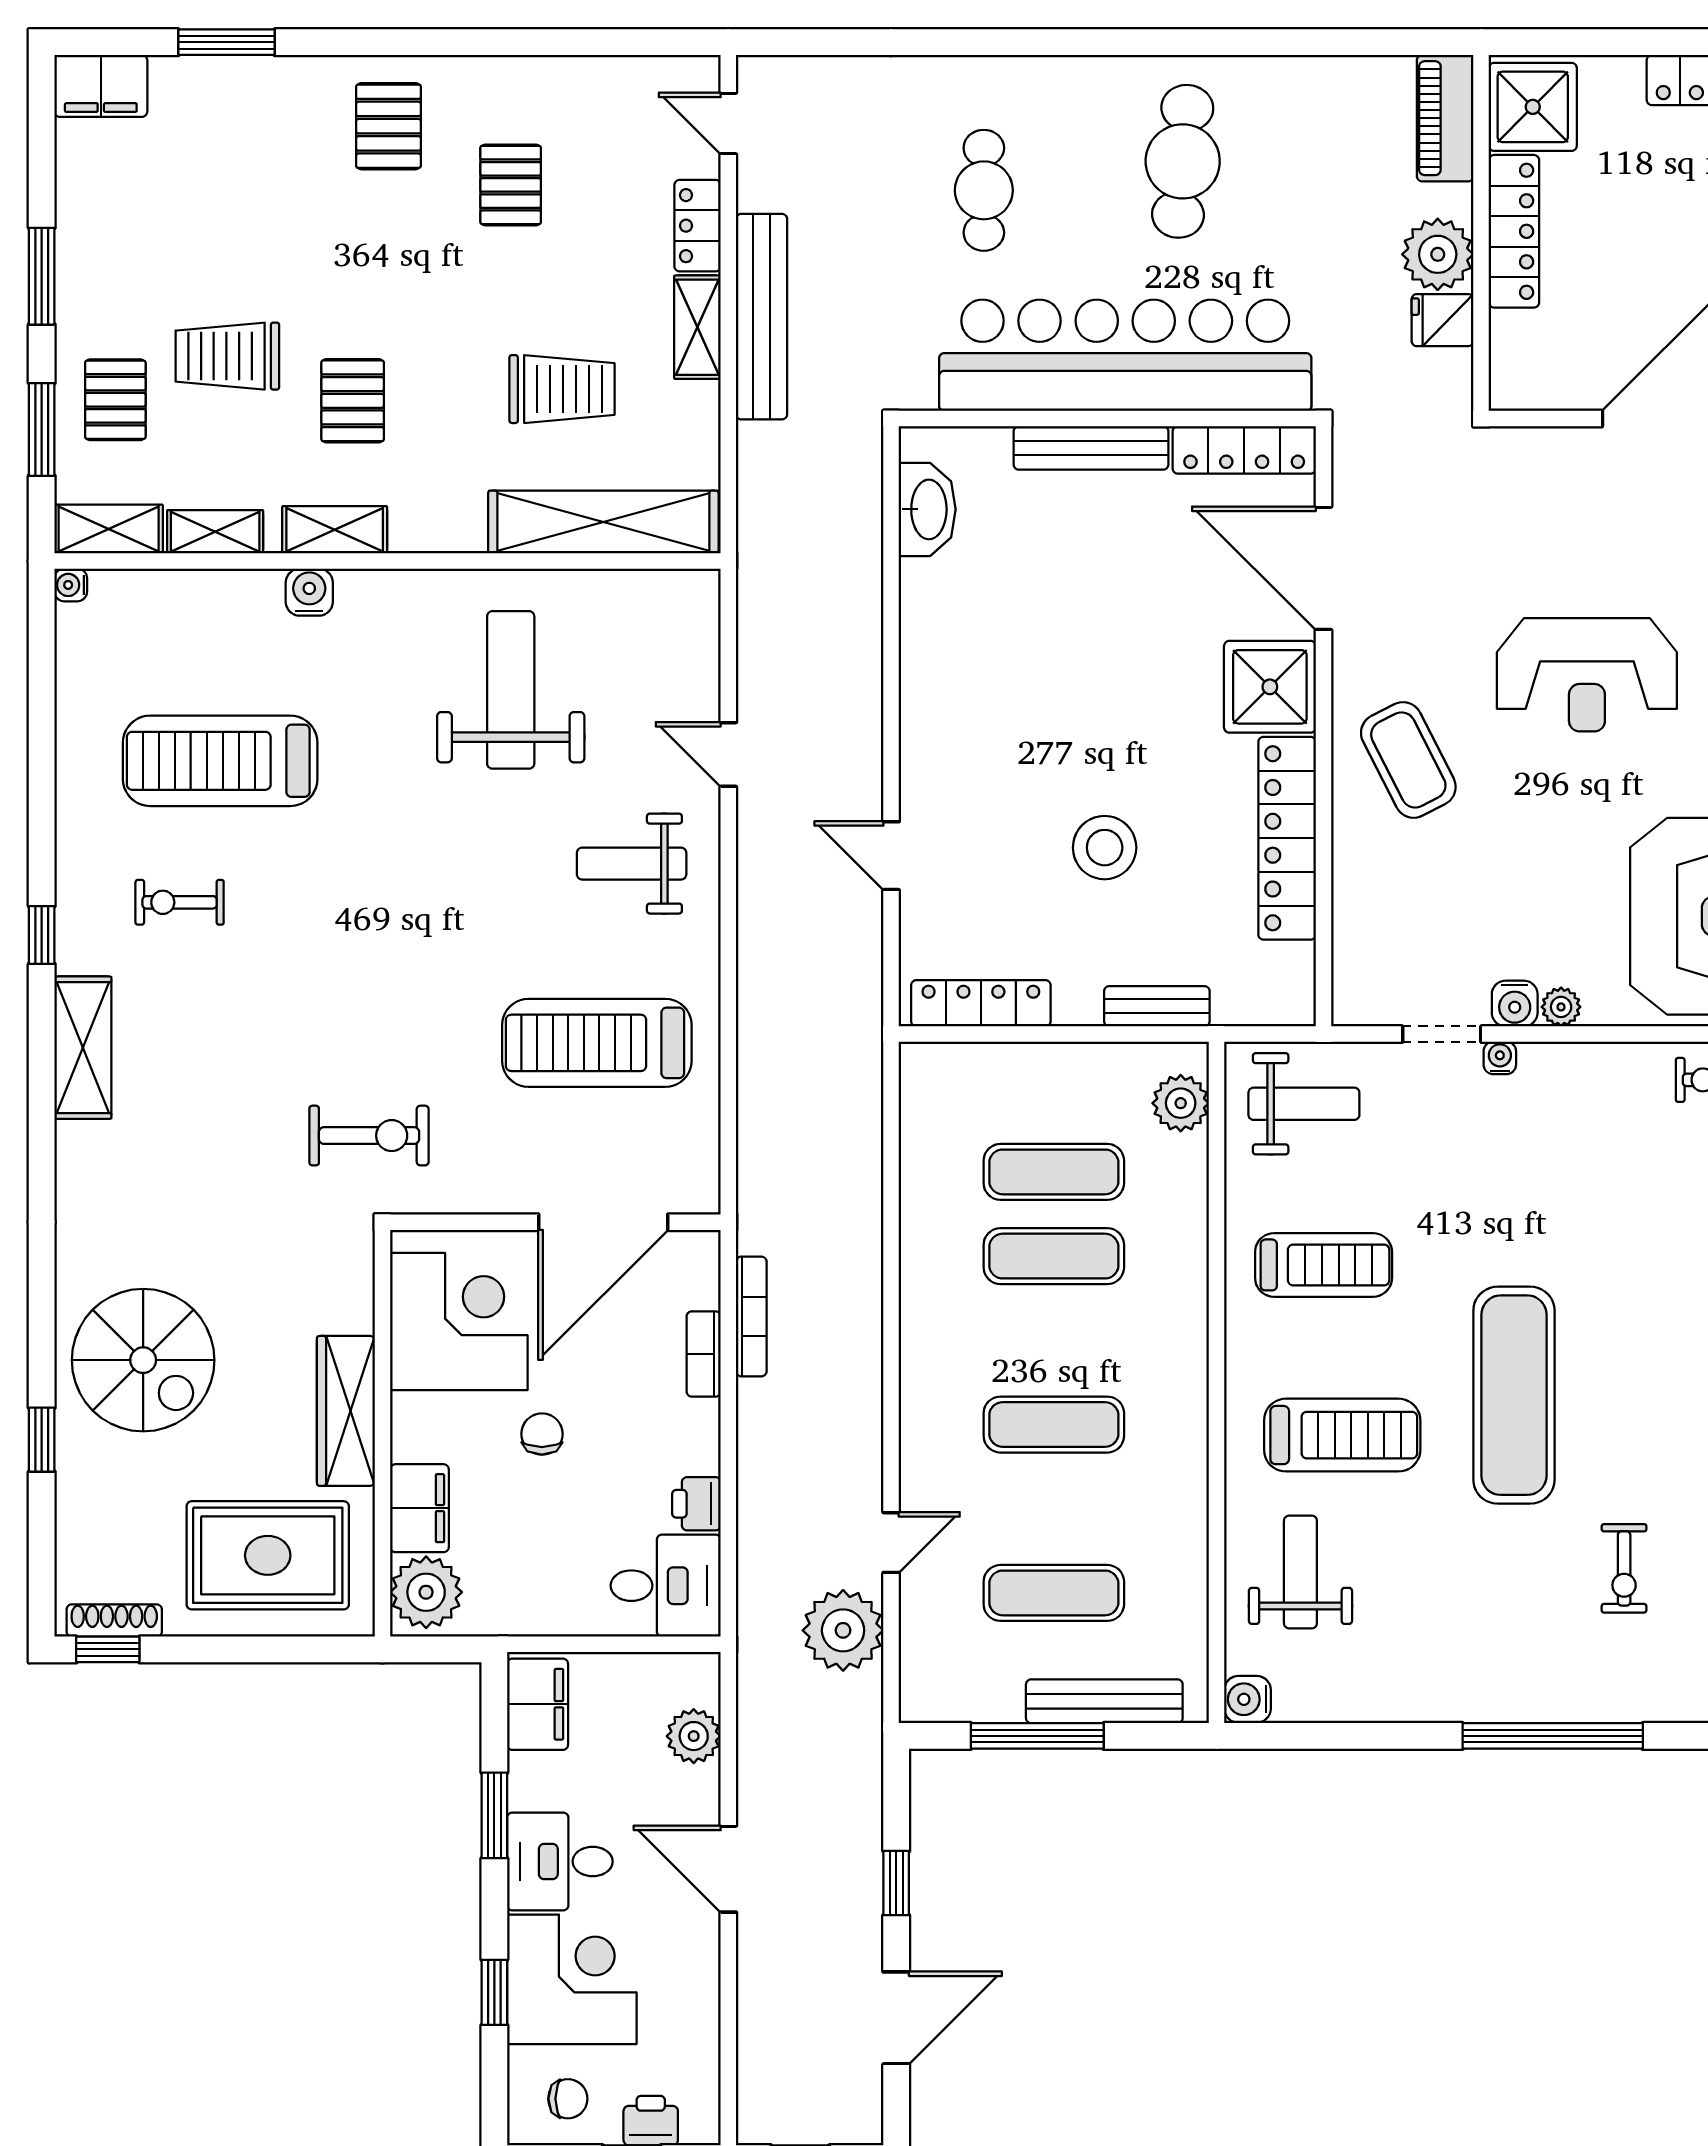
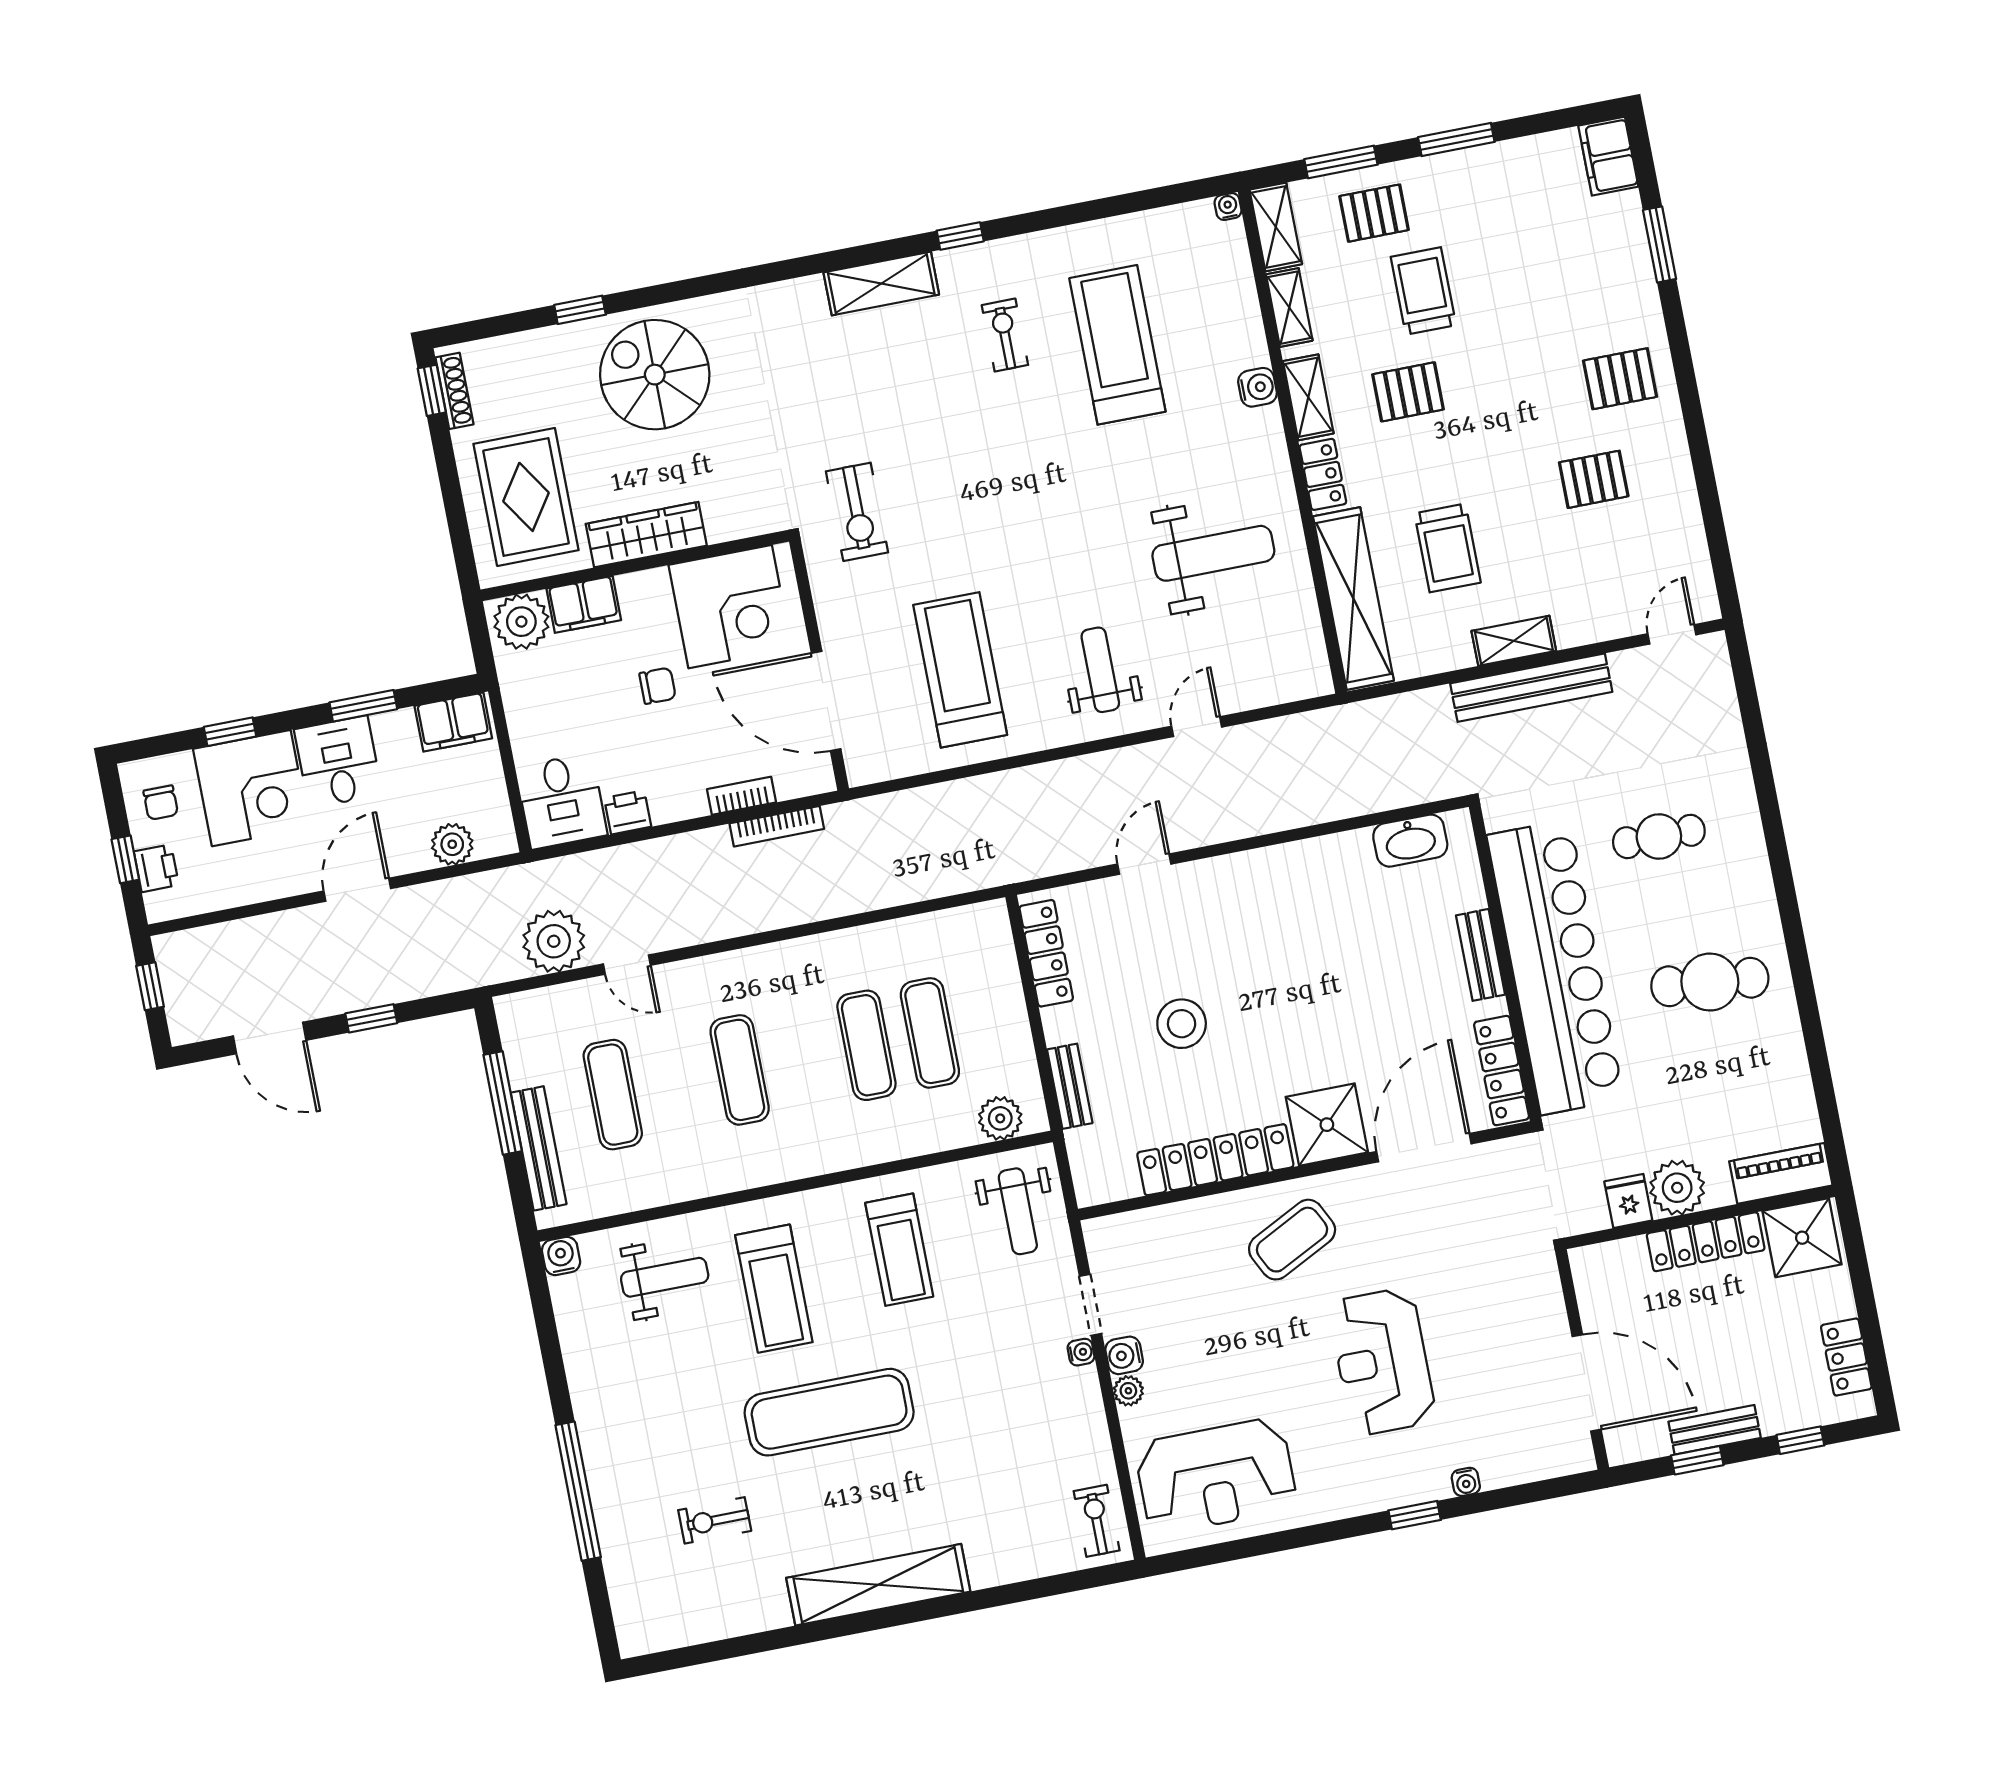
locker: (698, 226) -> (1323, 474), moved, turned 90
bench: (1091, 448) -> (1481, 955), width x0.73
spiral stairs: (143, 1360) -> (655, 375), turned 90

